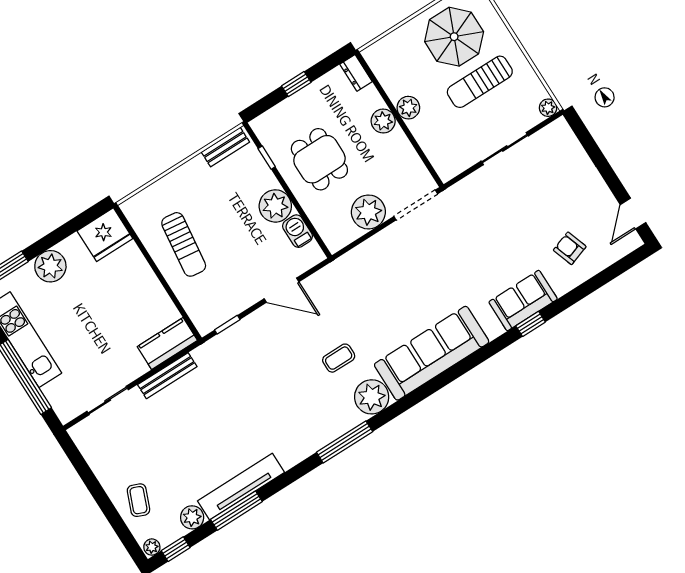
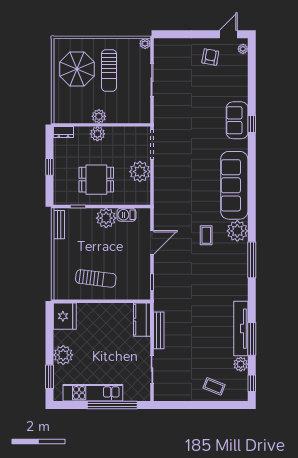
door: (633, 214) -> (228, 34), swing flipped
armchair: (570, 248) -> (210, 57), moved, turned 119
plant: (152, 547) -> (243, 49), moved

